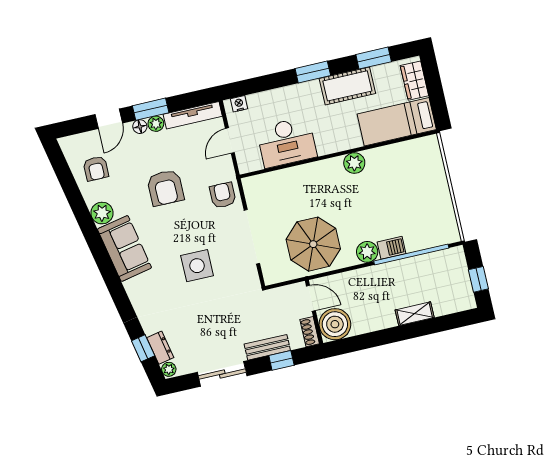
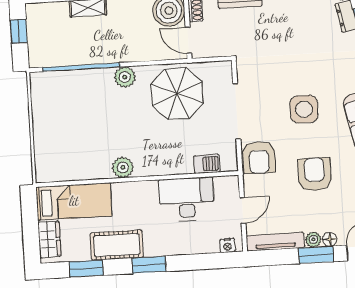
armchair: (223, 195) -> (259, 157), width x1.38, depth x1.38
barbecue: (392, 248) -> (207, 164), moved, turned 180
side table: (197, 266) -> (304, 109), moved

